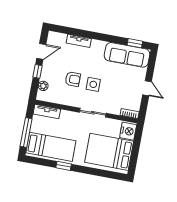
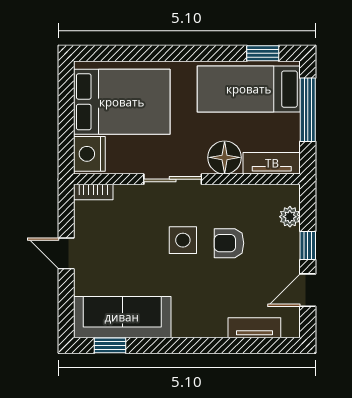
tv unit: (79, 41) -> (254, 328), moved
floor lamp: (68, 118) -> (225, 157), added
window: (64, 166) -> (263, 53), moved

